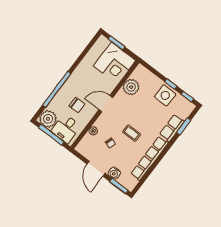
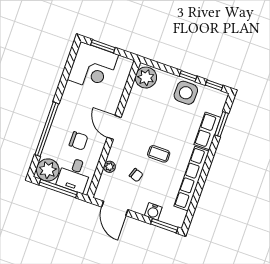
corner desk: (114, 63) -> (93, 67), moved
plant: (131, 87) -> (146, 78), moved
door: (106, 104) -> (114, 127), hinge flipped
door: (96, 169) -> (115, 208), moved

